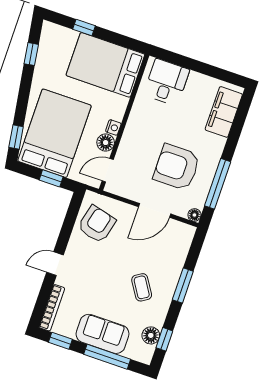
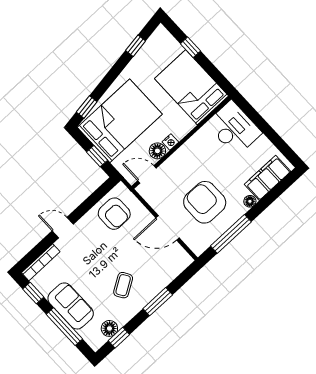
desk: (167, 82) -> (234, 128), width x1.37
floor lamp: (194, 215) -> (250, 201), moved
armchair: (97, 224) -> (114, 214), turned 76

